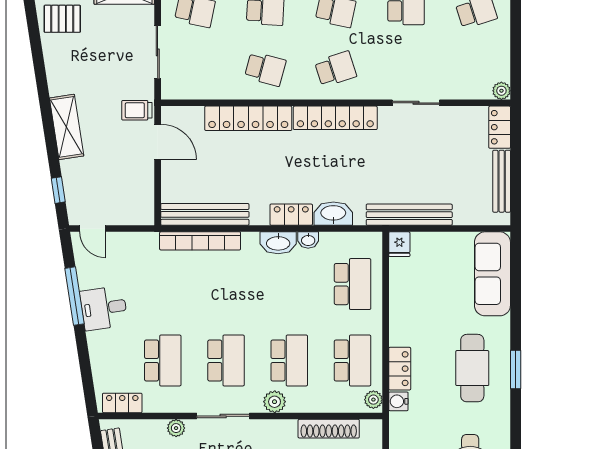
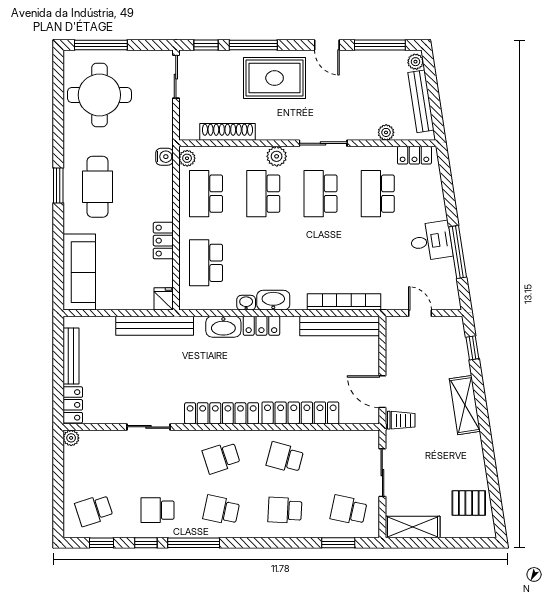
door: (92, 229) -> (420, 313), moved
locker: (400, 369) -> (163, 241), moved
plant: (176, 428) -> (386, 132), moved

